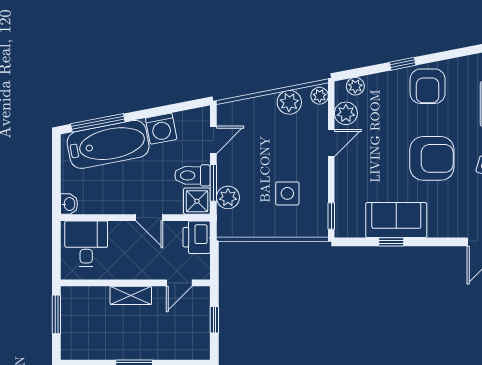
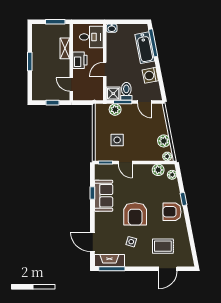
door: (331, 143) -> (125, 162), moved
bathtub: (108, 144) -> (145, 48), width x0.73, depth x0.73
printer: (197, 237) -> (80, 60), moved, turned 90
shelving: (131, 295) -> (65, 48), moved

